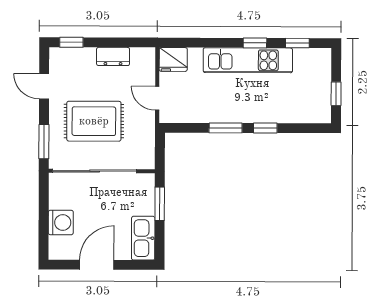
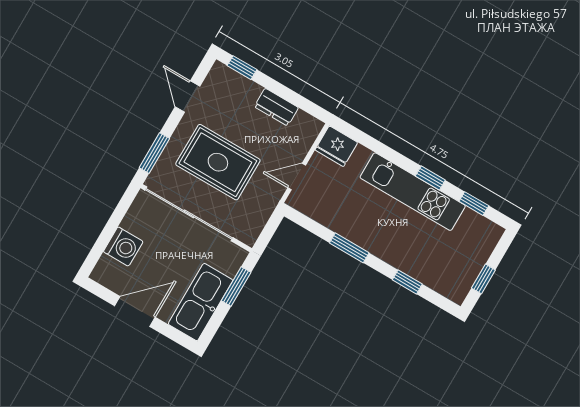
door: (157, 98) -> (297, 176), hinge flipped
window: (265, 128) -> (407, 282), moved
kitchen sink: (143, 238) -> (201, 302), width x1.36, depth x1.24

